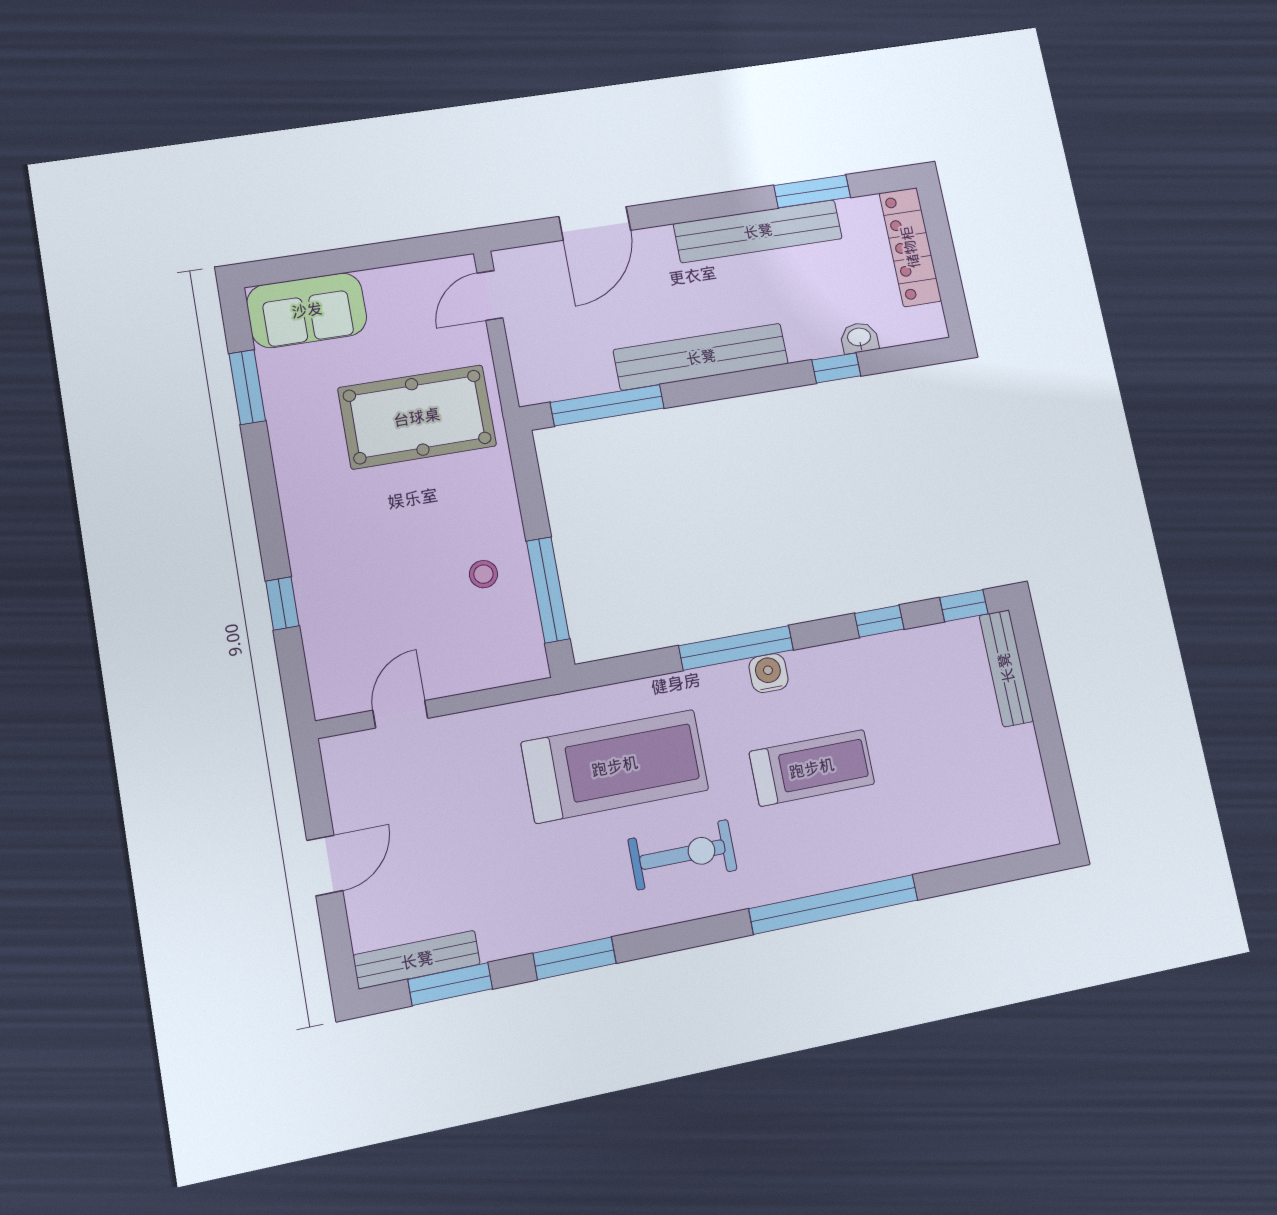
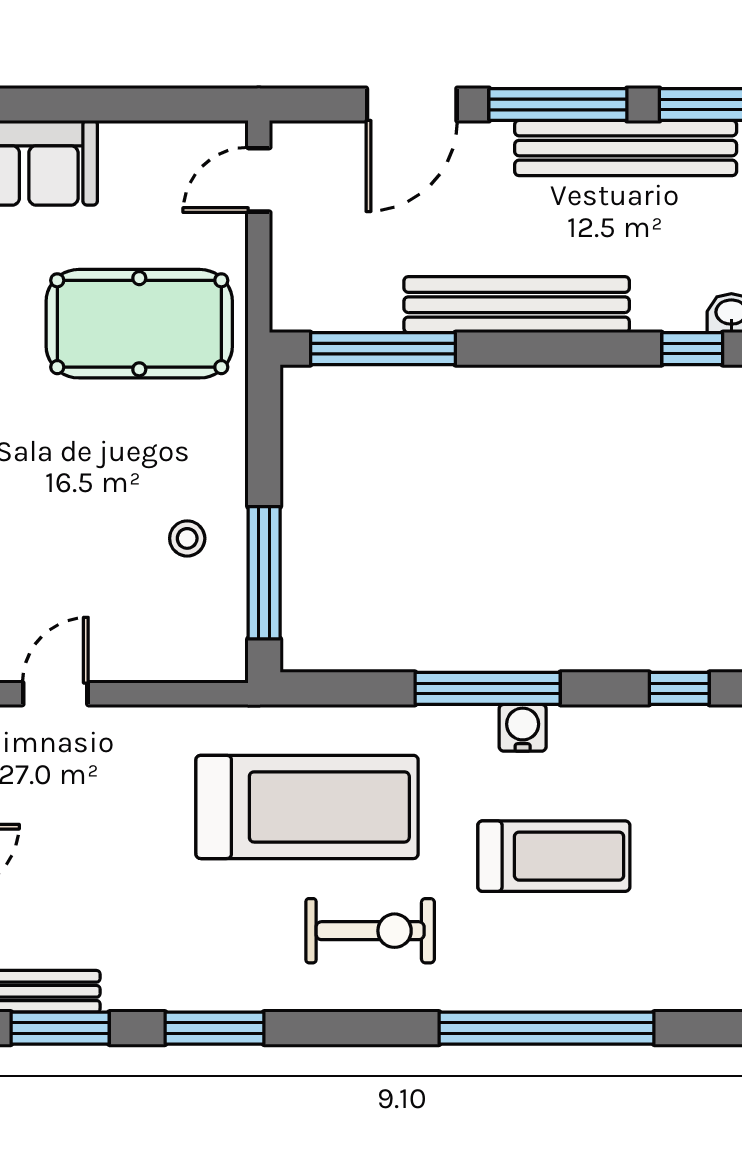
window: (702, 208) -> (558, 104), added

